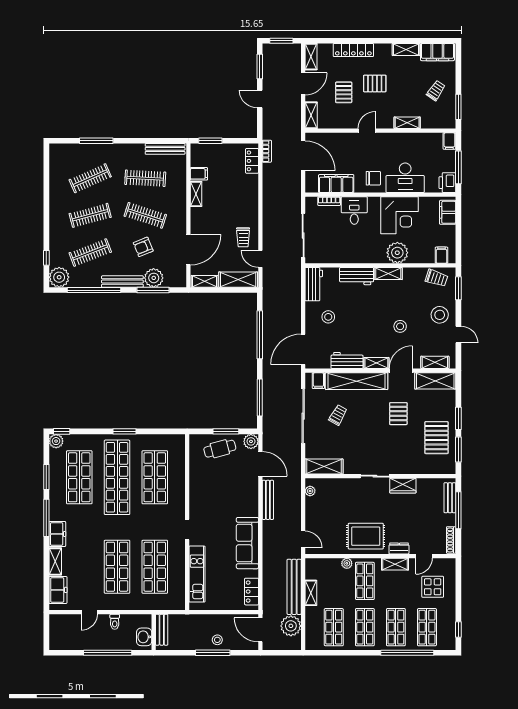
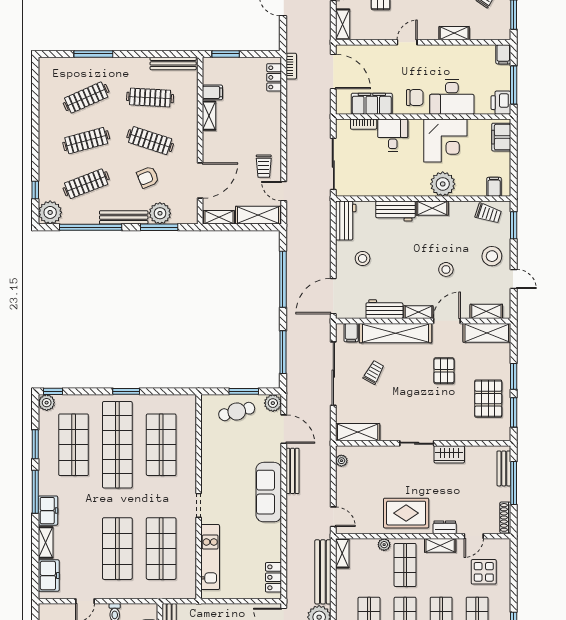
sofa: (247, 543) -> (269, 492), moved
shelving: (311, 593) -> (342, 553), moved

